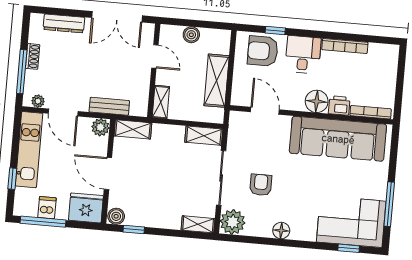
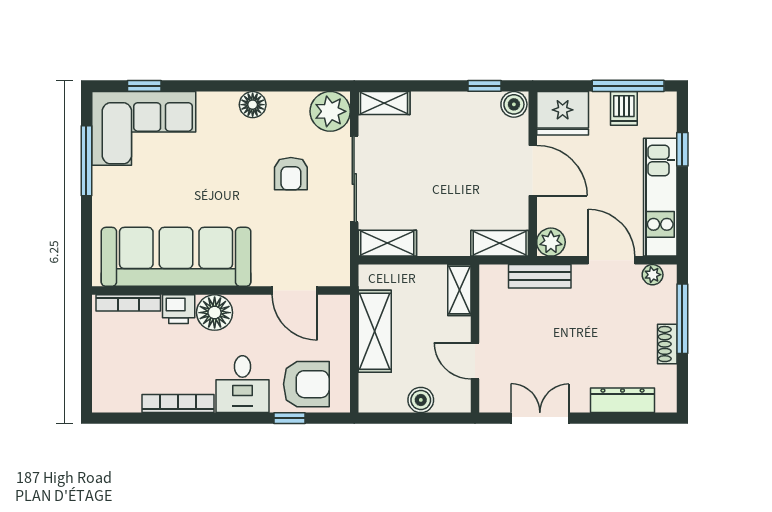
double door: (117, 17) -> (540, 418), width x0.73

